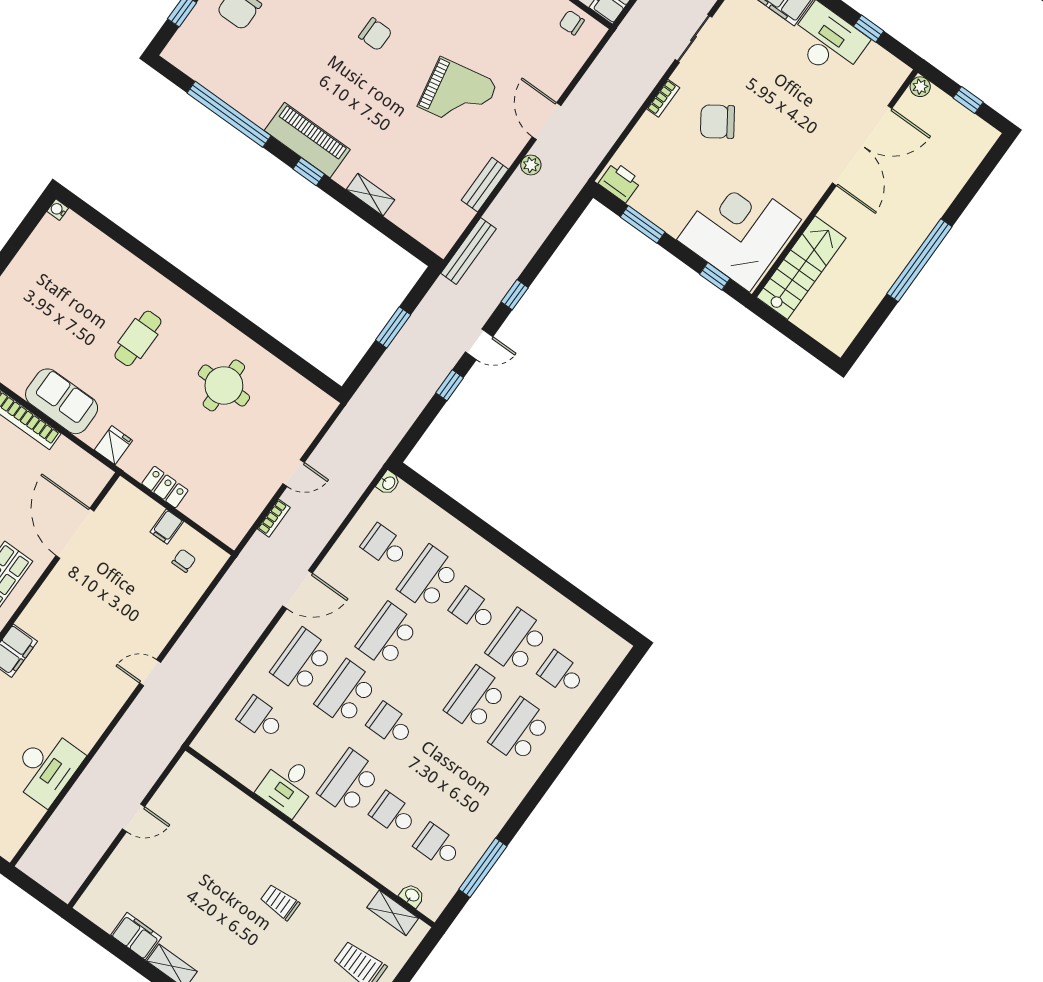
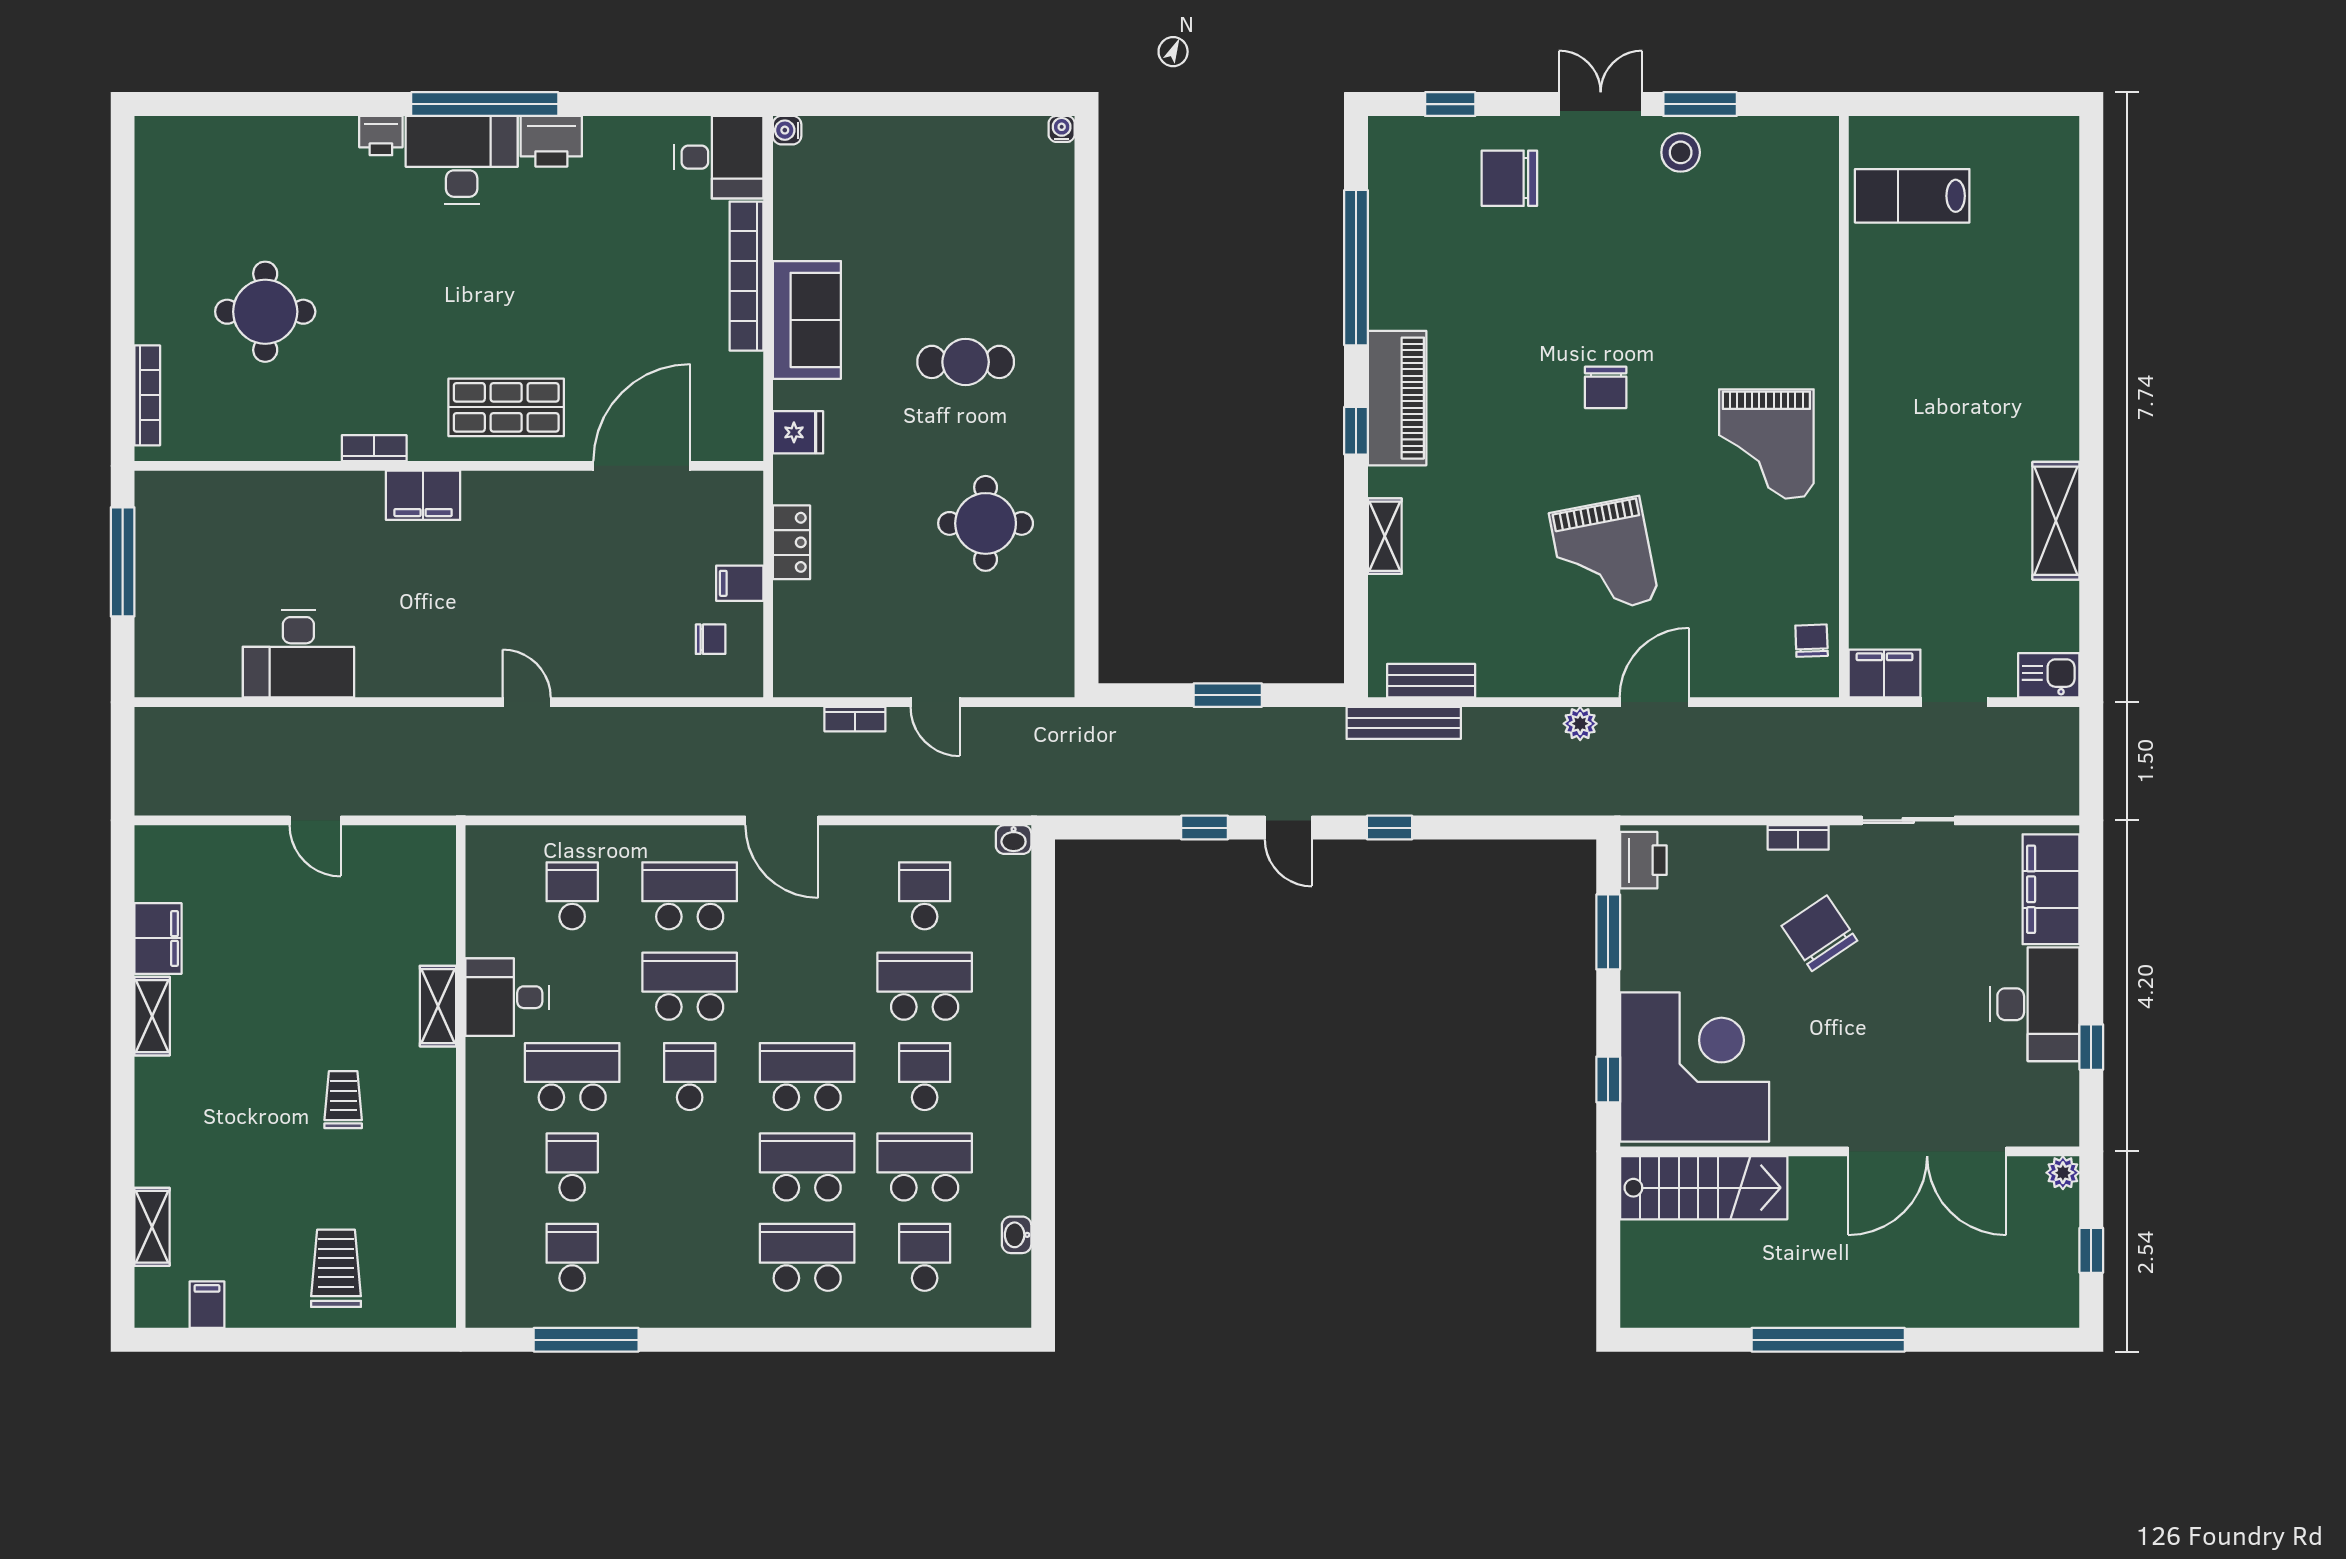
bench: (485, 185) -> (1431, 681), moved
school desk: (388, 635) -> (807, 1077), moved
washbasin: (412, 895) -> (1017, 1235), moved, turned 180
shelving: (393, 913) -> (438, 1006), moved

